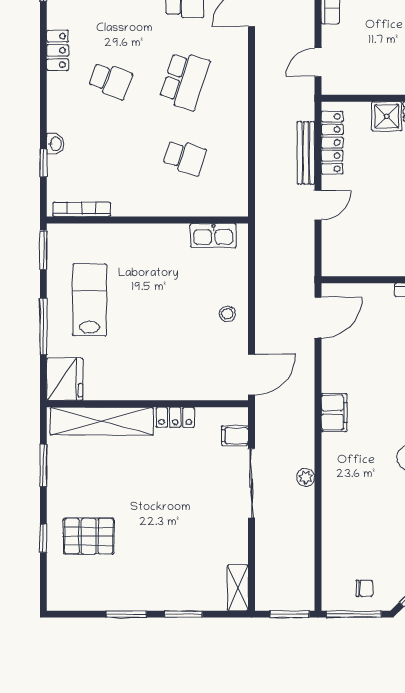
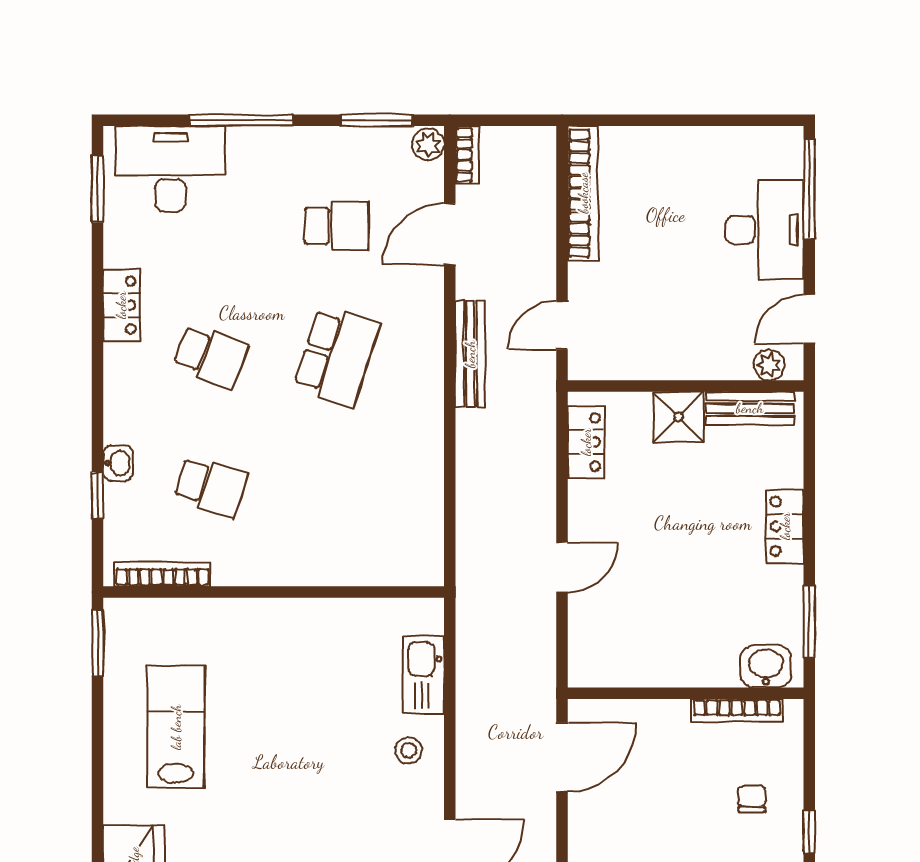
locker: (332, 143) -> (586, 442), width x0.66
bench: (306, 153) -> (470, 354), moved
school desk: (185, 157) -> (211, 486), moved
kitchen sink: (213, 235) -> (424, 674), moved, turned 90
window: (43, 326) -> (98, 772), removed

